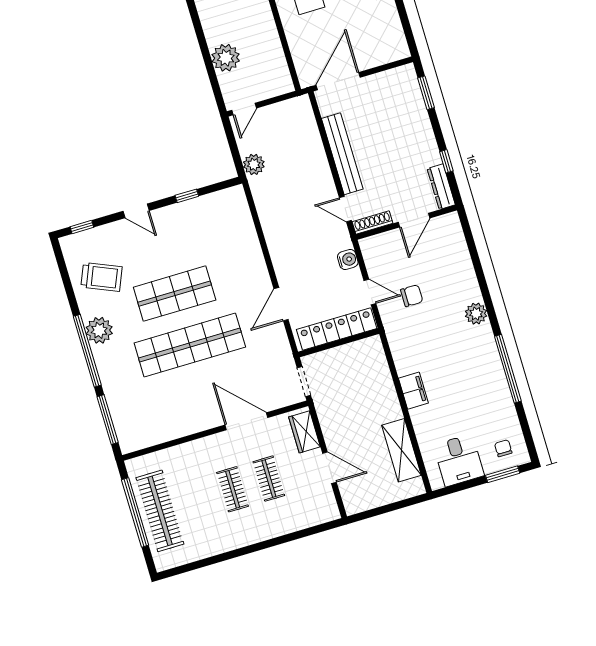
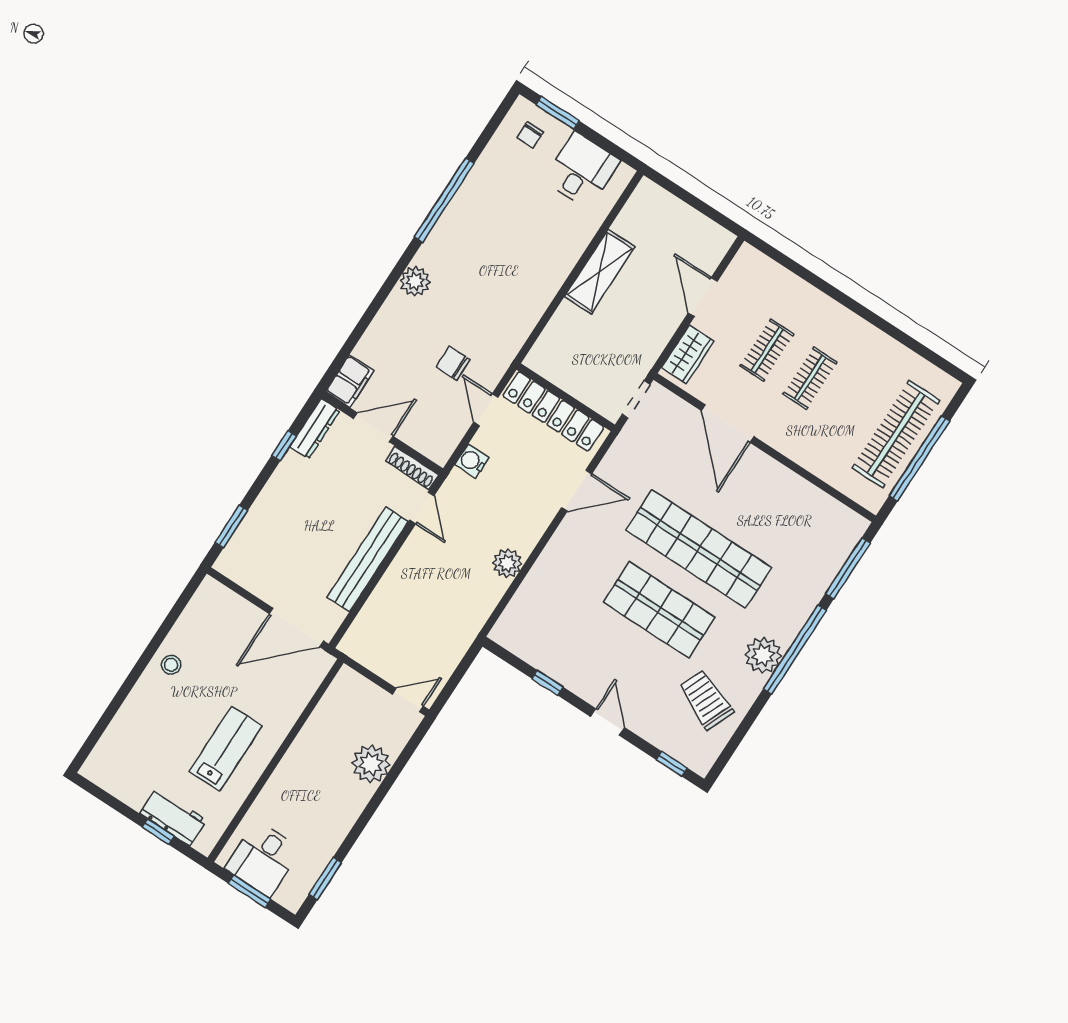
plant: (254, 164) -> (507, 563), moved
filing cabinet: (413, 391) -> (350, 381), moved, turned 180
shelving: (401, 450) -> (600, 272), moved

